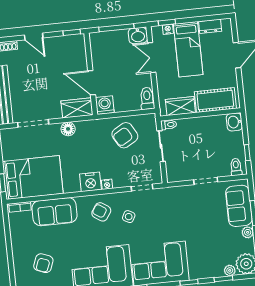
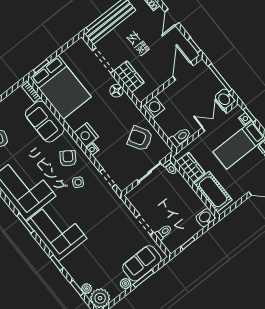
door: (92, 83) -> (183, 71), moved
wardrobe: (77, 108) -> (129, 77), moved
toilet: (236, 167) -> (163, 232), moved

